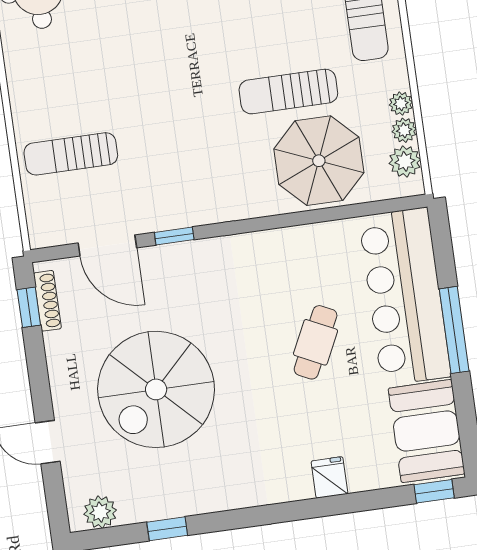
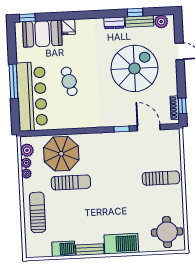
sun lounger: (71, 154) -> (161, 178), moved
cafe table: (316, 342) -> (69, 81), turned -40
booth: (427, 431) -> (42, 34), moved, turned 90
dresser: (217, 498) -> (114, 23), added
bench: (154, 508) -> (139, 21), added

